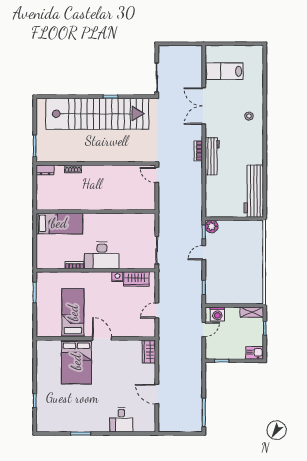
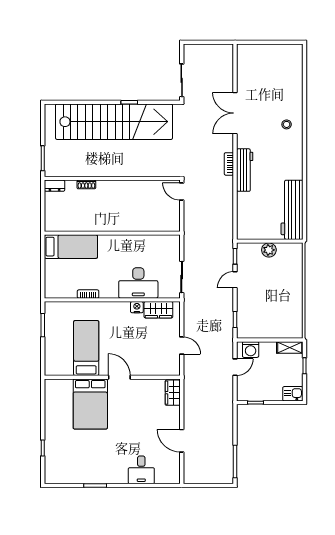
lab bench: (225, 71) -> (259, 73), removed
plant: (211, 226) -> (269, 250), moved
desk: (102, 255) -> (138, 283), moved
door: (157, 310) -> (182, 346), swing flipped

